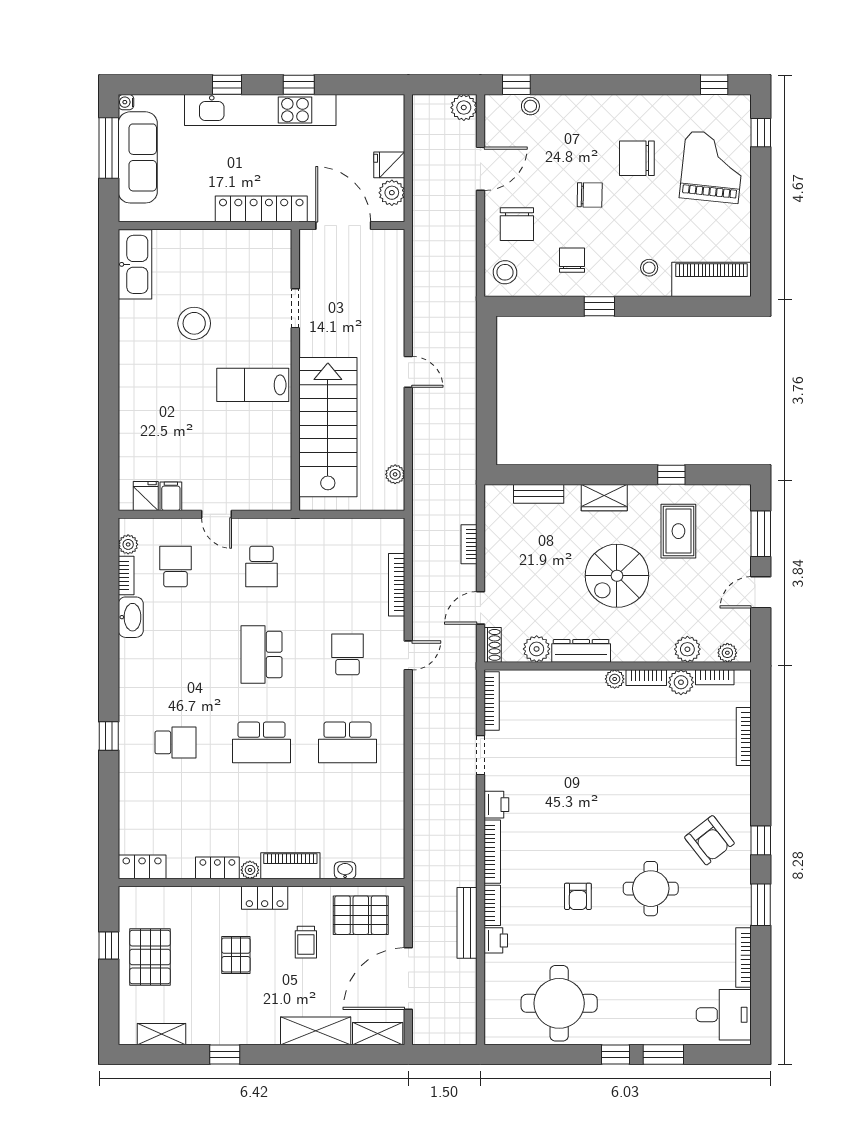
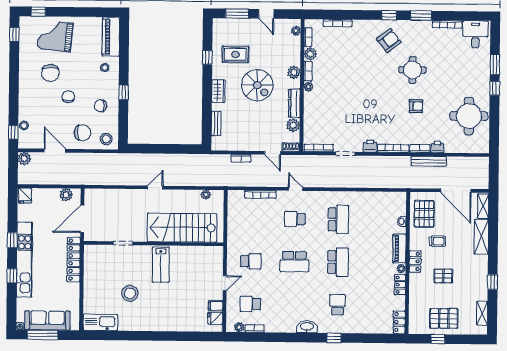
fridge: (389, 165) -> (25, 196), moved
washbasin: (131, 617) -> (307, 327), moved
plant: (687, 649) -> (294, 72), moved

